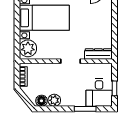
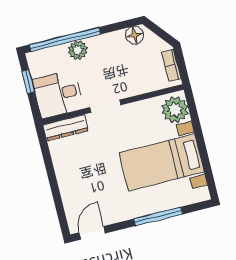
desk: (99, 92) -> (58, 94), moved, turned -90
plant: (54, 100) -> (78, 50), moved
window: (85, 109) -> (65, 39), width x2.11

